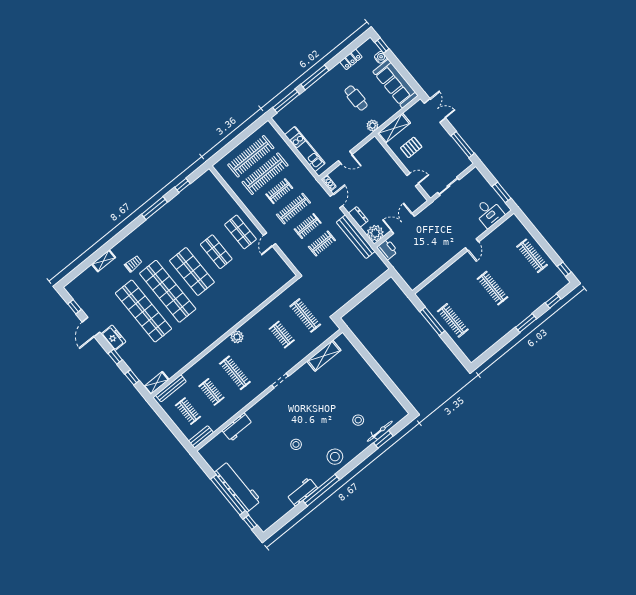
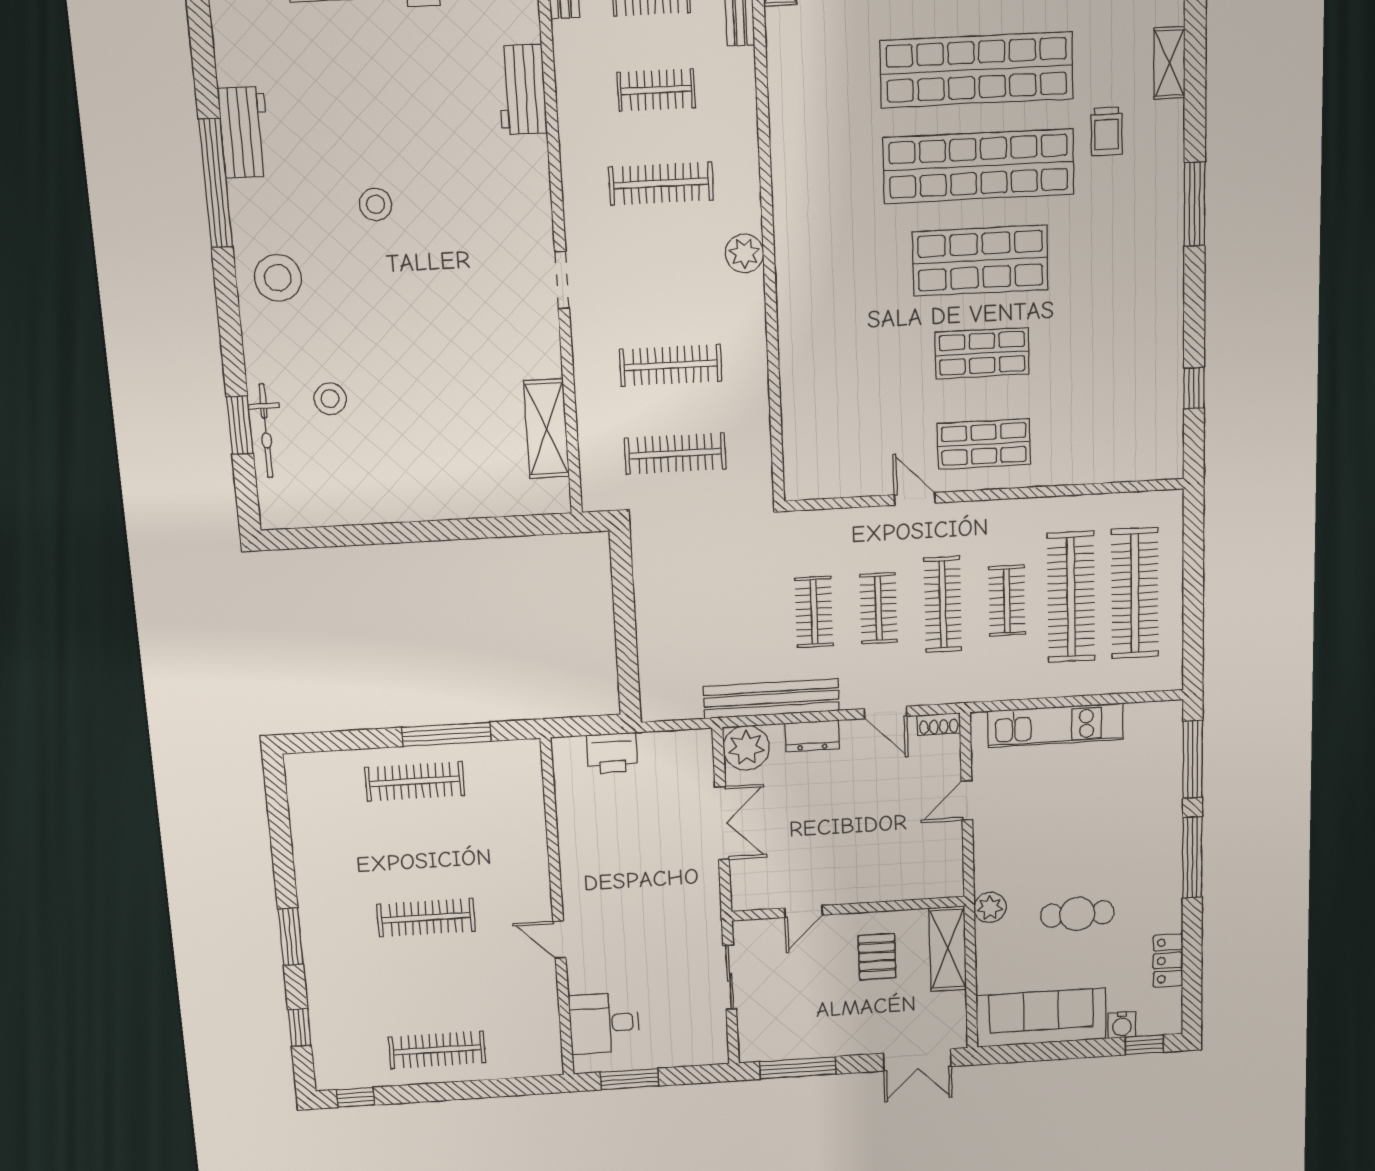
window: (155, 208) -> (1195, 204), moved
printer: (387, 249) -> (612, 753), moved
clothes rail: (282, 335) -> (671, 365), width x1.36

